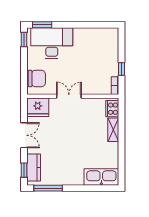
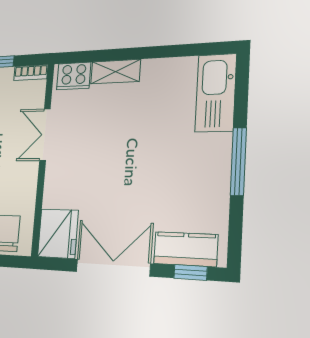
double door: (69, 96) -> (45, 135), moved
double door: (24, 135) -> (113, 268), width x1.37
window: (48, 188) -> (238, 161), moved

